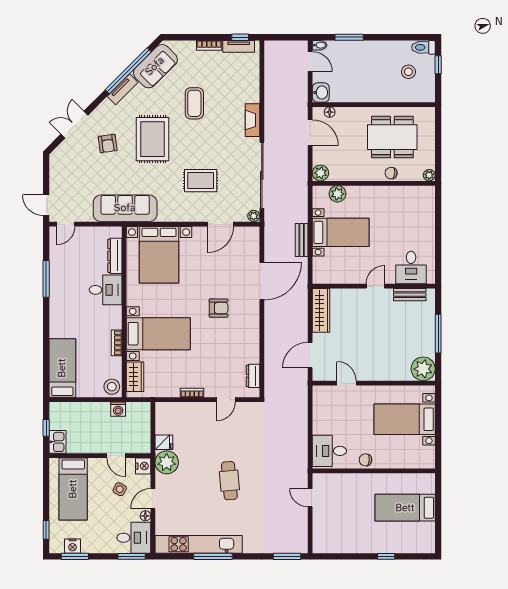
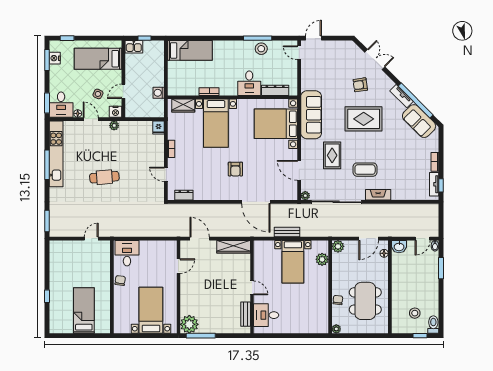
coffee table: (194, 103) -> (365, 170), moved
sofa: (125, 208) -> (311, 115), moved
window: (438, 334) -> (201, 336), moved
stool: (112, 387) -> (261, 49), moved
fridge: (164, 442) -> (159, 127), moved
plant: (167, 462) -> (114, 126), width x0.53, depth x0.53

